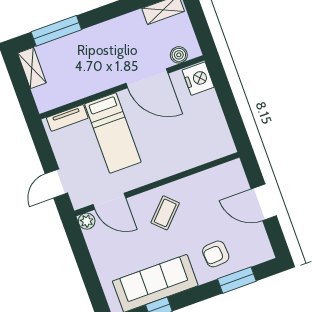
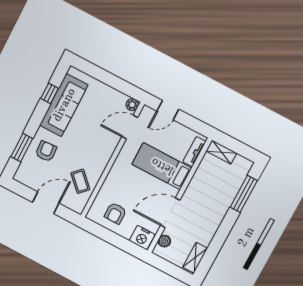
shelving: (32, 68) -> (221, 152), moved
armchair: (203, 128) -> (115, 213), added
door: (56, 183) -> (168, 110), swing flipped
coffee table: (165, 213) -> (80, 181), moved

